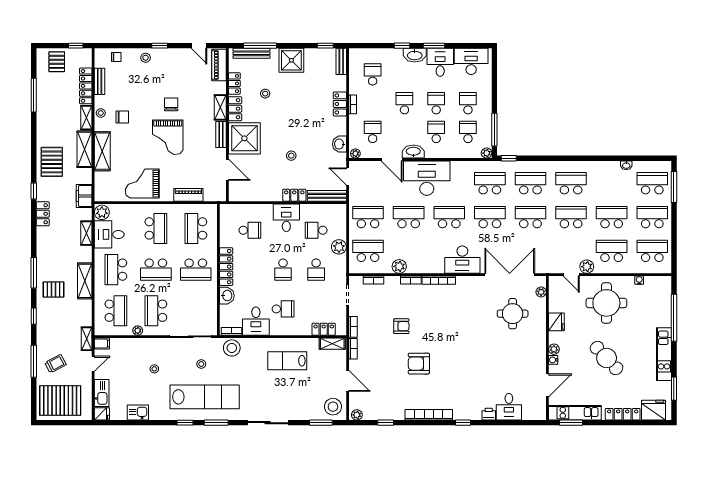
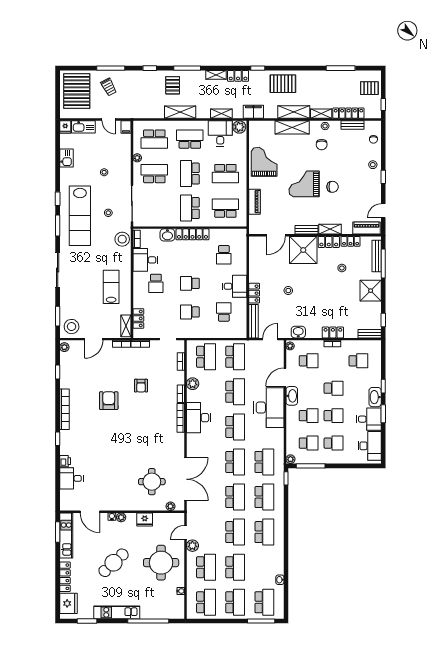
plant: (339, 247) -> (209, 332), removed
desk: (462, 260) -> (198, 418), moved
shelving: (87, 339) -> (216, 75), moved

